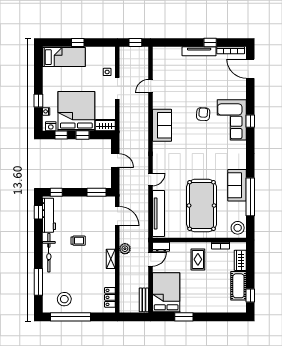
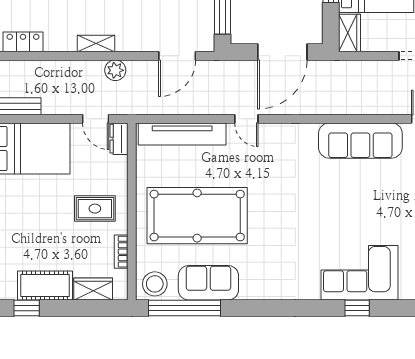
armchair: (203, 114) -> (370, 219), removed
sofa: (162, 125) -> (360, 141), width x1.36
door: (115, 161) -> (282, 52), width x1.88
sofa: (237, 185) -> (208, 283), moved
window: (250, 197) -> (185, 308), moved

